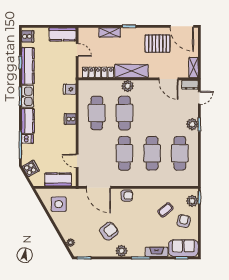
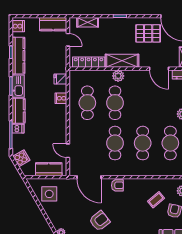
shelving: (110, 32) -> (88, 22), moved
cooker: (70, 119) -> (61, 98), moved

